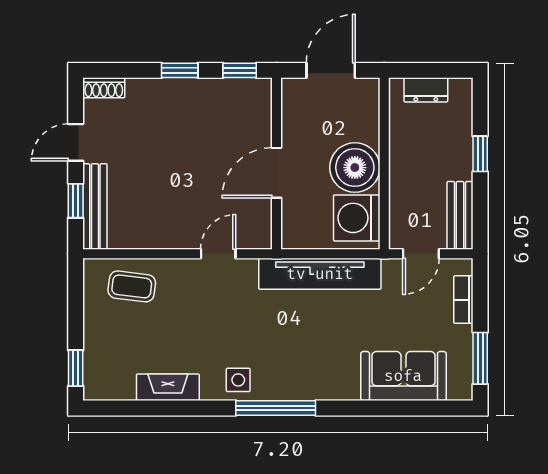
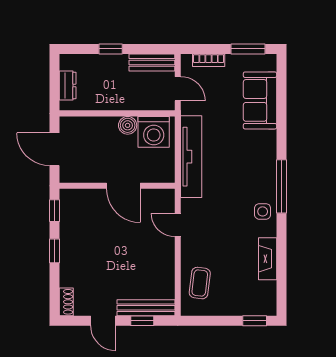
boiler: (355, 168) -> (128, 125), width x0.54, depth x0.54

